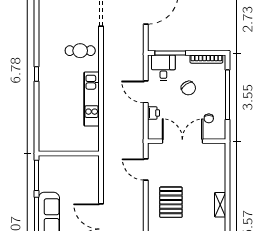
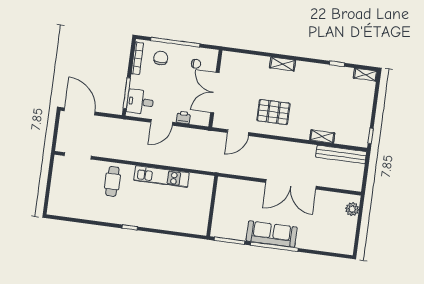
chair: (188, 88) -> (161, 58), moved, turned -56

